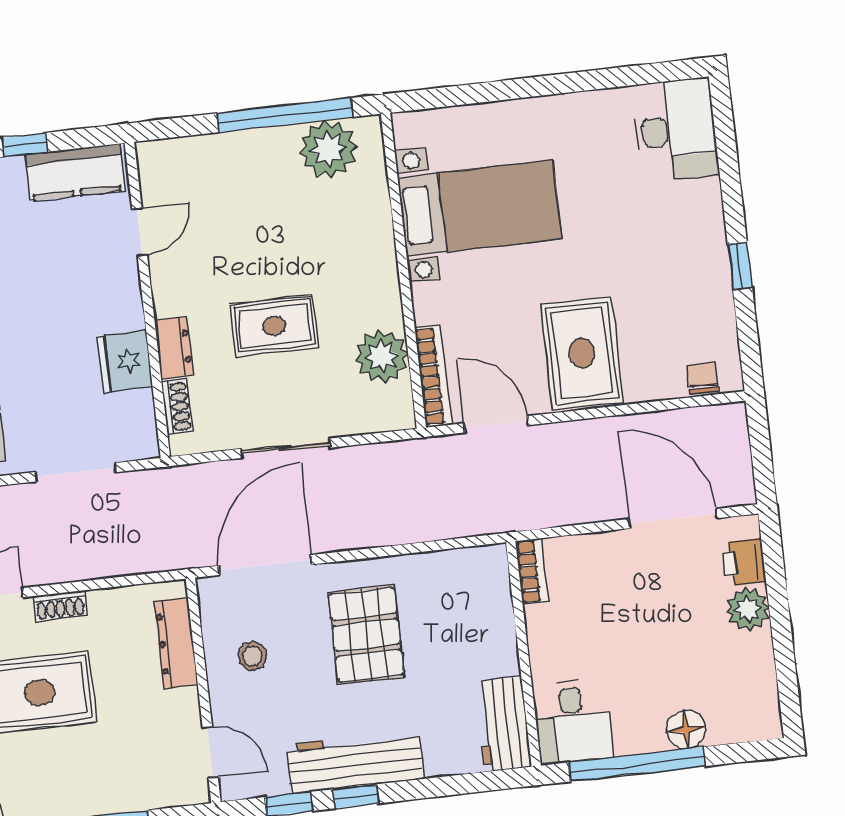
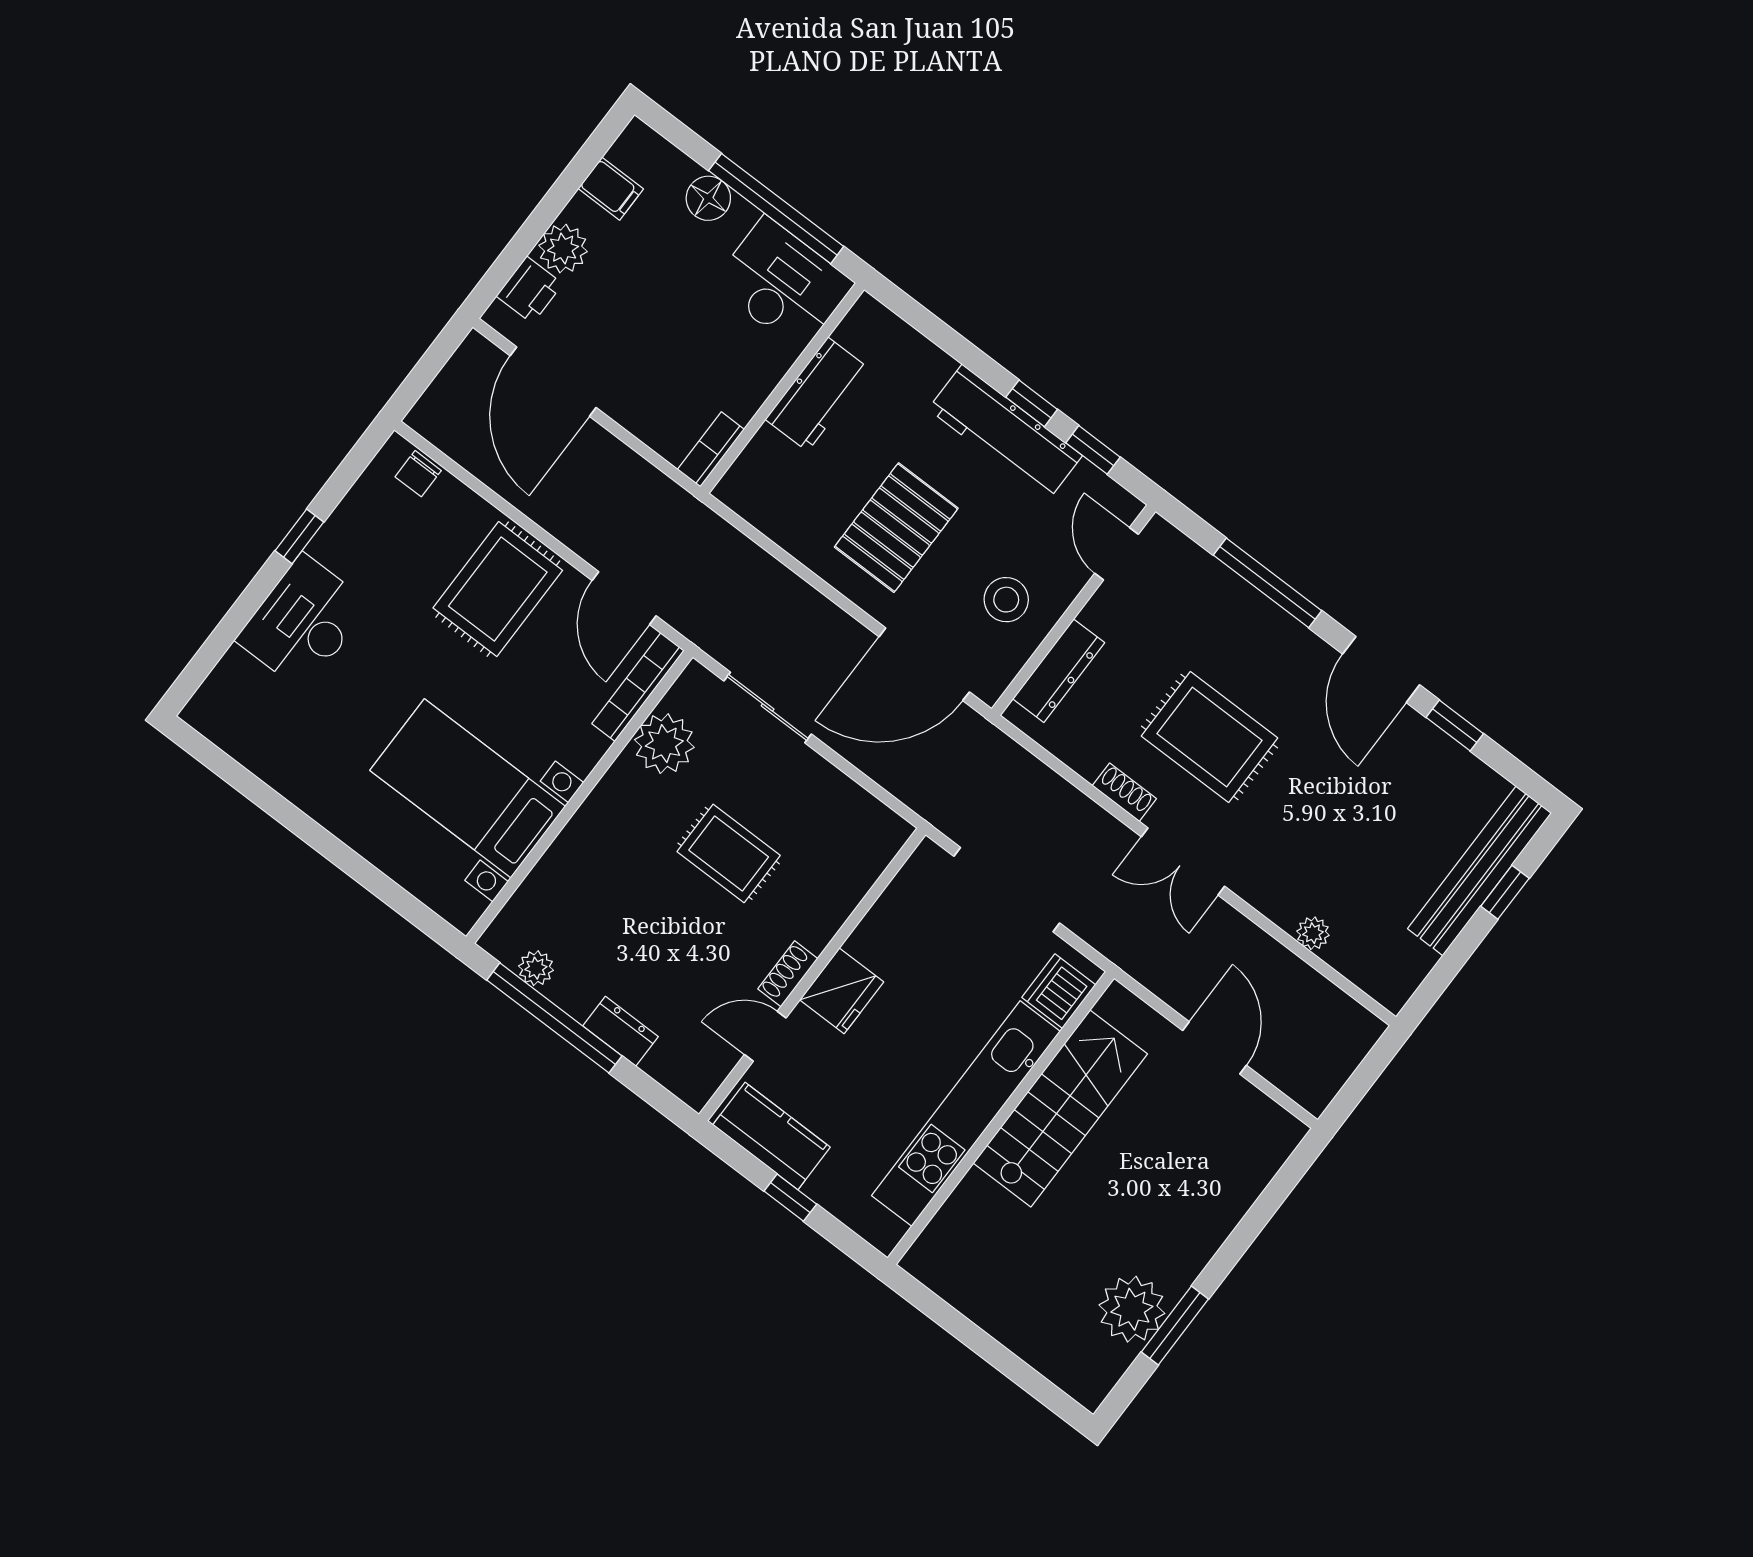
desk: (676, 130) -> (303, 622), moved
plant: (328, 149) -> (536, 968), width x0.53, depth x0.53
dresser: (174, 348) -> (621, 1031), moved, turned 90
fridge: (125, 361) -> (842, 991), moved
shoe rack: (177, 407) -> (788, 974), moved
sliding door: (286, 448) -> (768, 707), moved
doorway: (75, 472) -> (1007, 890), width x1.36
stool: (252, 656) -> (1006, 600), width x1.37, depth x1.37
filing cabinet: (754, 676) -> (611, 189), added
desk: (573, 722) -> (783, 284), width x1.37
workbench: (503, 724) -> (818, 394), moved

